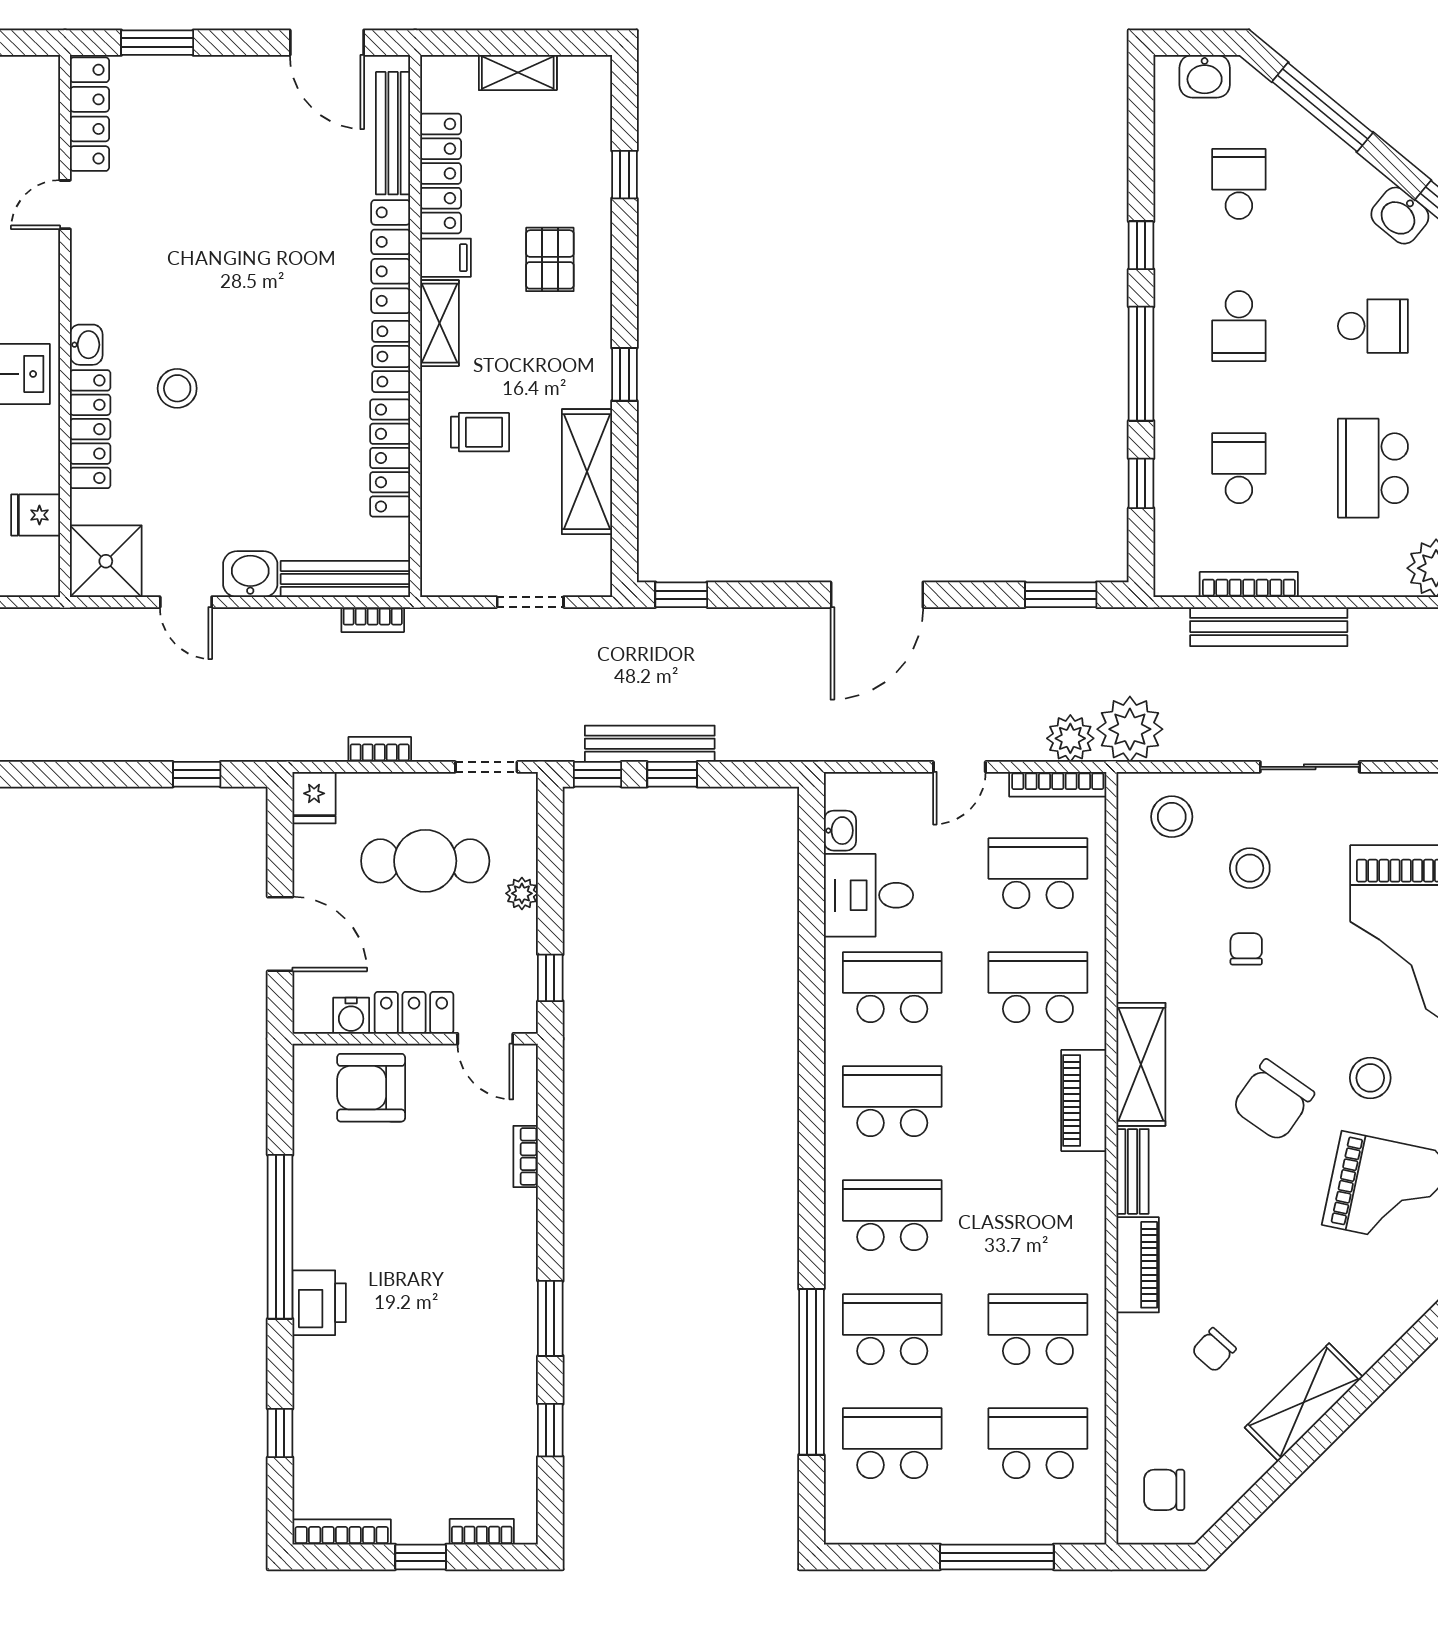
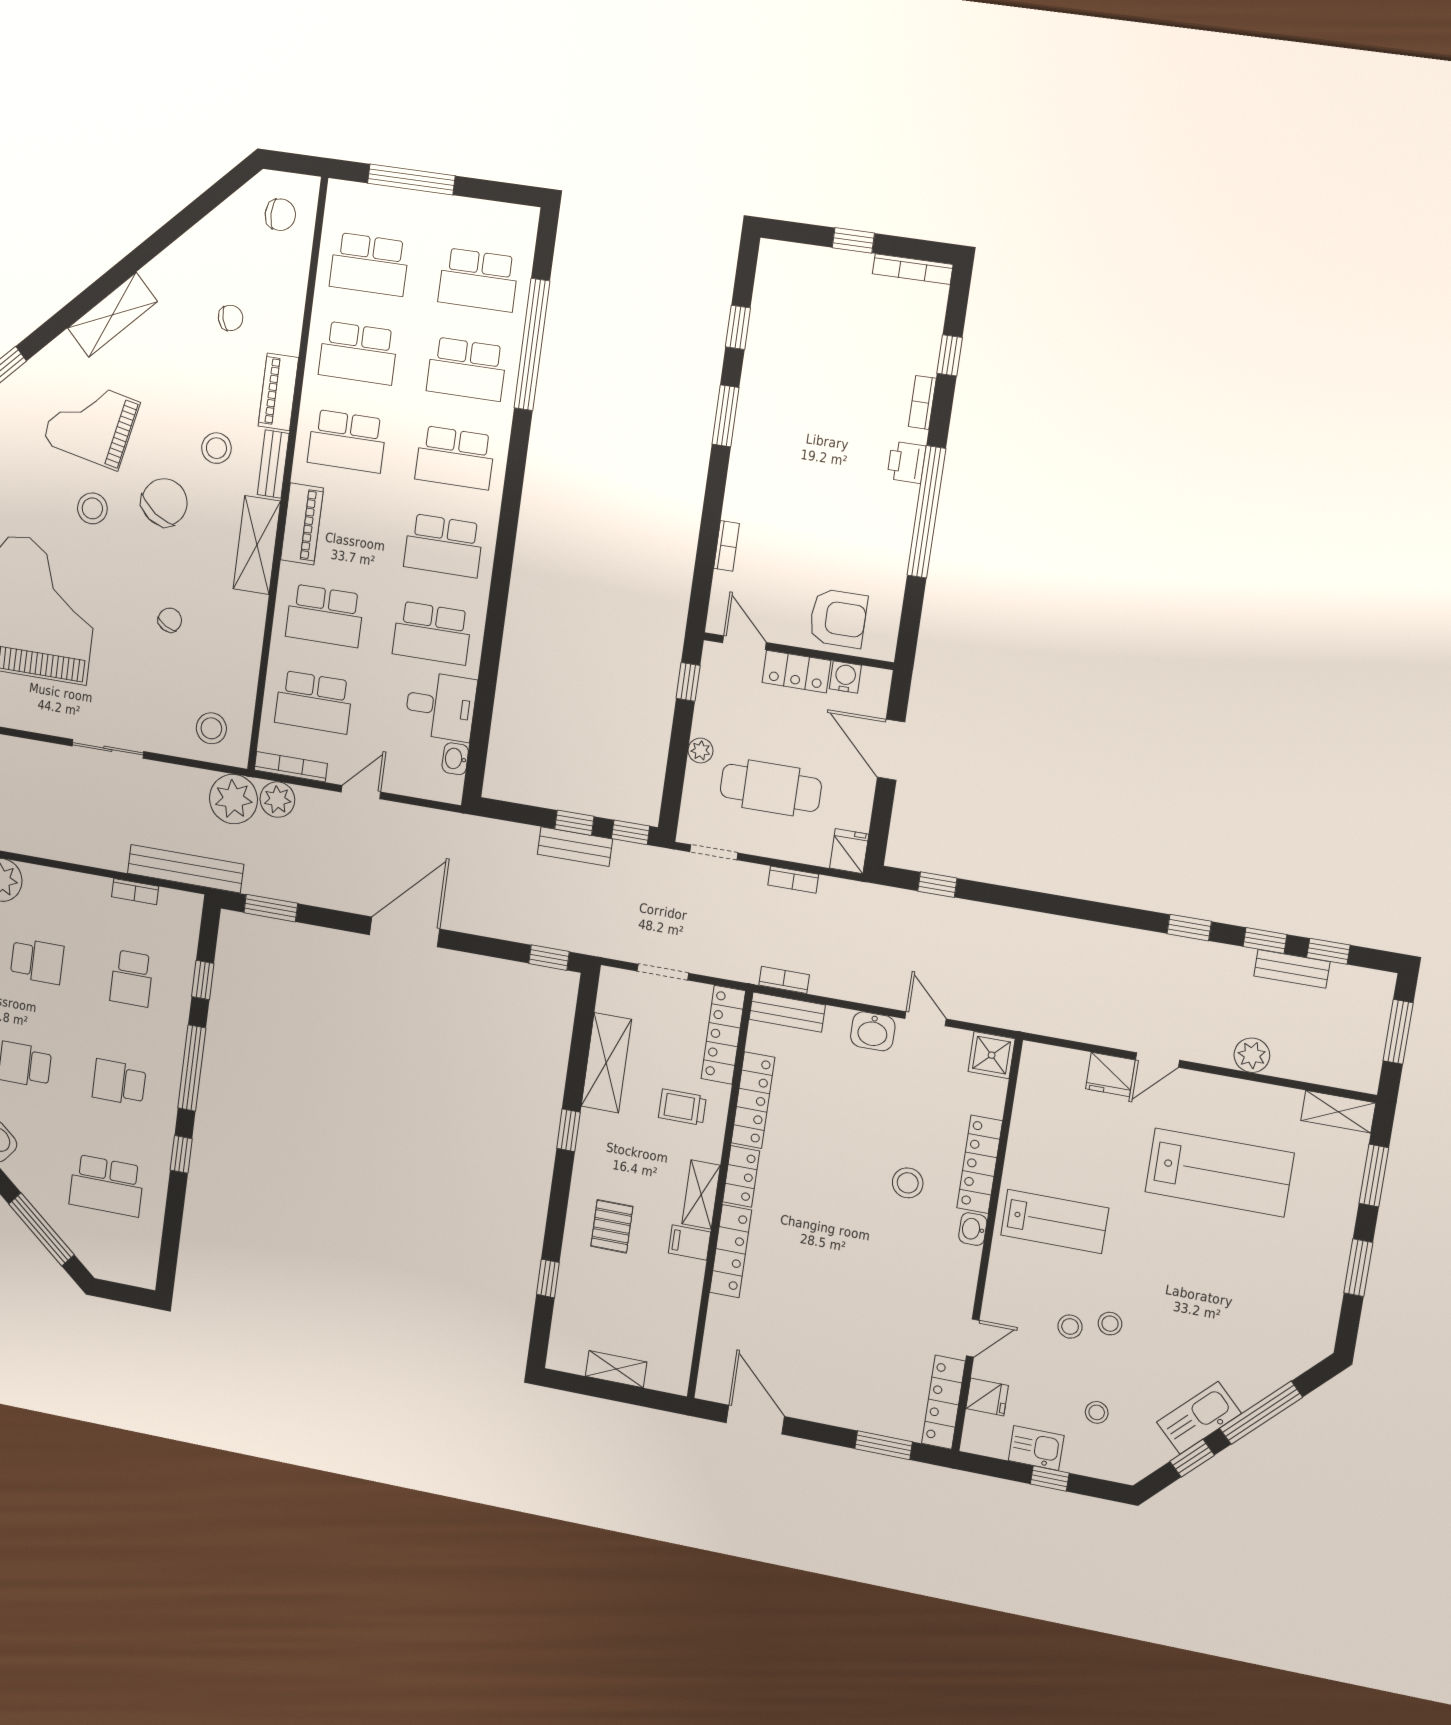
washbasin: (1205, 76) -> (121, 1268), removed
bench: (393, 133) -> (715, 1343), removed
locker: (441, 173) -> (723, 1035), moved
school desk: (1239, 184) -> (107, 1186), width x1.85
school desk: (1239, 326) -> (119, 1082), turned -90
school desk: (1373, 468) -> (37, 961), width x0.54
fridge: (36, 515) -> (987, 1397), moved
shower: (106, 561) -> (992, 1055), width x0.73, depth x0.73
bench: (345, 579) -> (787, 1012), width x0.73
bookcase: (1249, 585) -> (135, 892), width x0.64
bench: (1269, 627) -> (186, 869), moved
bench: (650, 744) -> (575, 847), width x0.73
stool: (1250, 868) -> (216, 448), moved
chair: (1246, 949) -> (170, 620), turned -152
school desk: (1038, 1215) -> (347, 441), added
printer: (319, 1303) -> (906, 462), width x0.73, depth x0.81
chair: (1214, 1350) -> (231, 318), turned 32
shelving: (1304, 1402) -> (112, 315), moved
bookcase: (482, 1532) -> (922, 402), moved, turned 90

